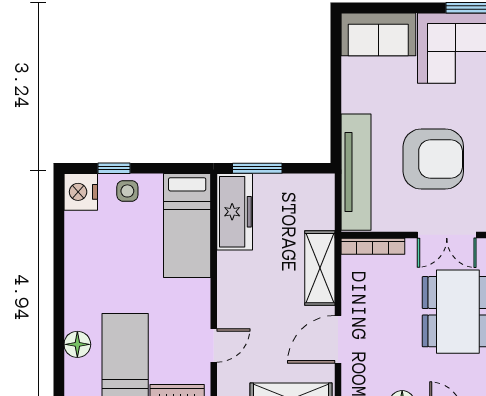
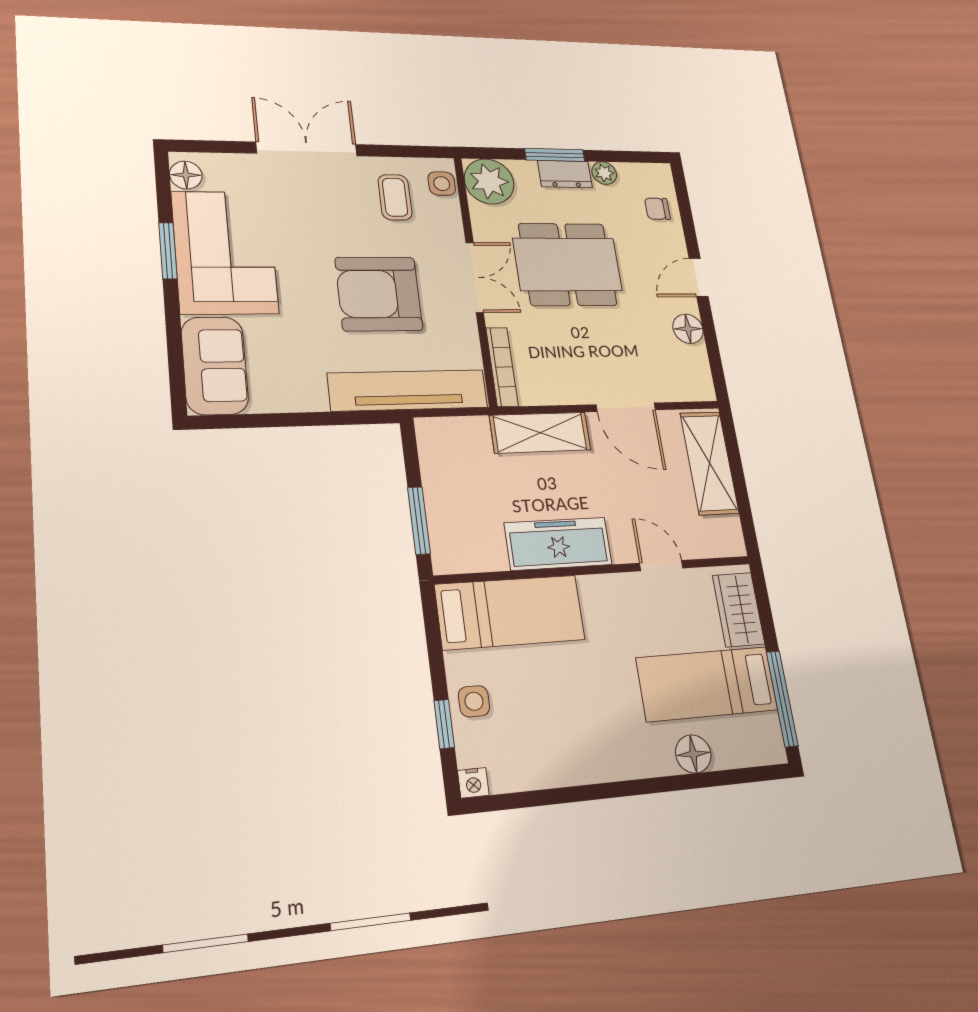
armchair: (433, 159) -> (379, 294), turned -90
nightstand: (81, 192) -> (473, 783), width x0.53, depth x0.56
freezer: (235, 212) -> (558, 544), moved

